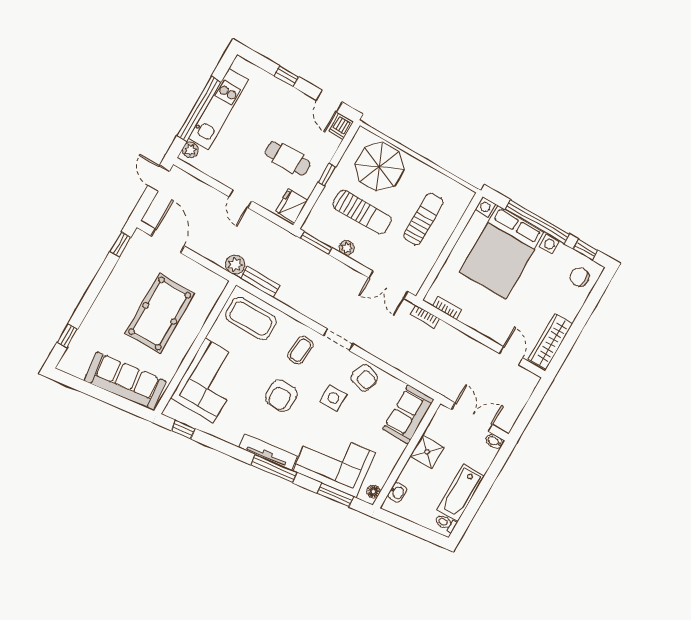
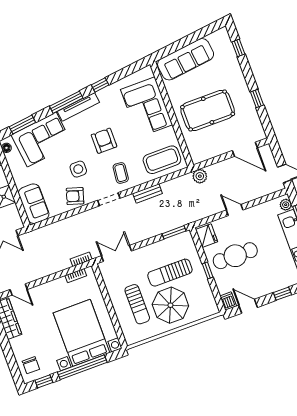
cafe table: (288, 158) -> (235, 256), width x1.37, depth x1.35
parasol: (379, 167) -> (170, 305), moved
window: (120, 244) -> (257, 98), moved
plant: (347, 248) -> (157, 247), removed
chair: (580, 277) -> (31, 365), turned 90
bench: (260, 282) -> (148, 193), moved
pool table: (160, 313) -> (208, 111), turned 90
window: (183, 429) -> (100, 85), moved

